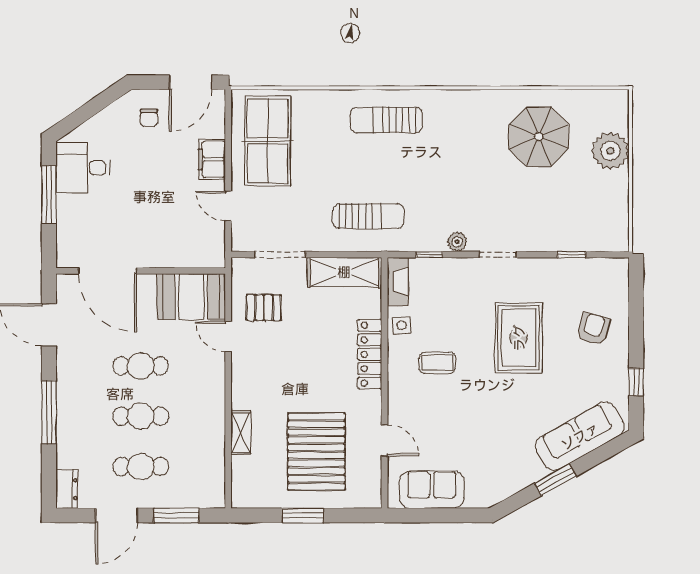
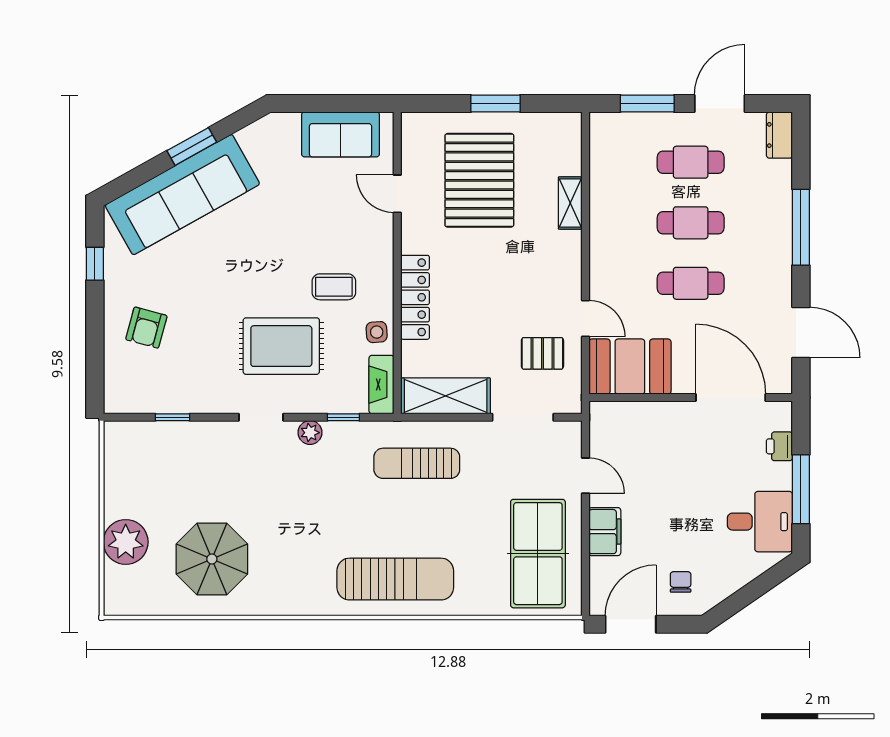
sun lounger: (386, 120) -> (395, 579), width x1.36, depth x1.34
printer: (67, 230) -> (779, 446), added
rug: (519, 338) -> (281, 346), moved, turned 90
sofa: (580, 436) -> (182, 195), width x1.36, depth x1.27

